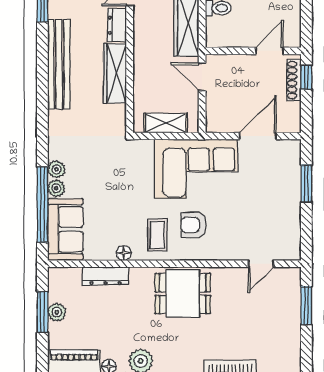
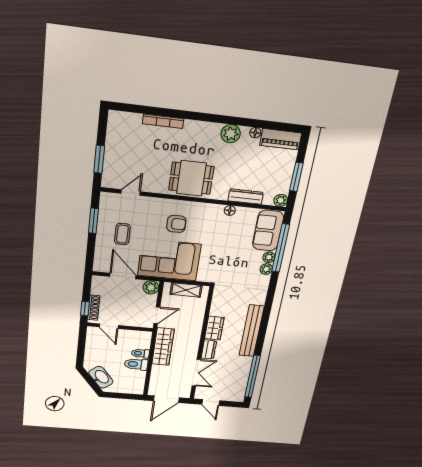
door: (269, 51) -> (109, 326), hinge flipped
wardrobe: (115, 73) -> (214, 328), width x0.67
door: (202, 77) -> (157, 315), hinge flipped
plant: (216, 122) -> (151, 287), added
door: (258, 136) -> (123, 276), swing flipped
window: (306, 183) -> (93, 221), moved
coffee table: (157, 235) -> (122, 234), moved
plant: (57, 312) -> (281, 200), moved

